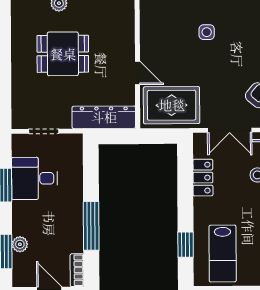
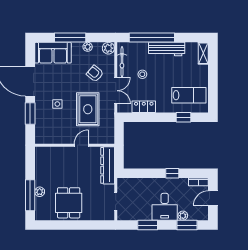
dining table: (63, 54) -> (69, 203), moved
rug: (172, 105) -> (88, 109), moved
desk: (34, 178) -> (165, 207), moved
window: (91, 226) -> (172, 173), width x0.46

